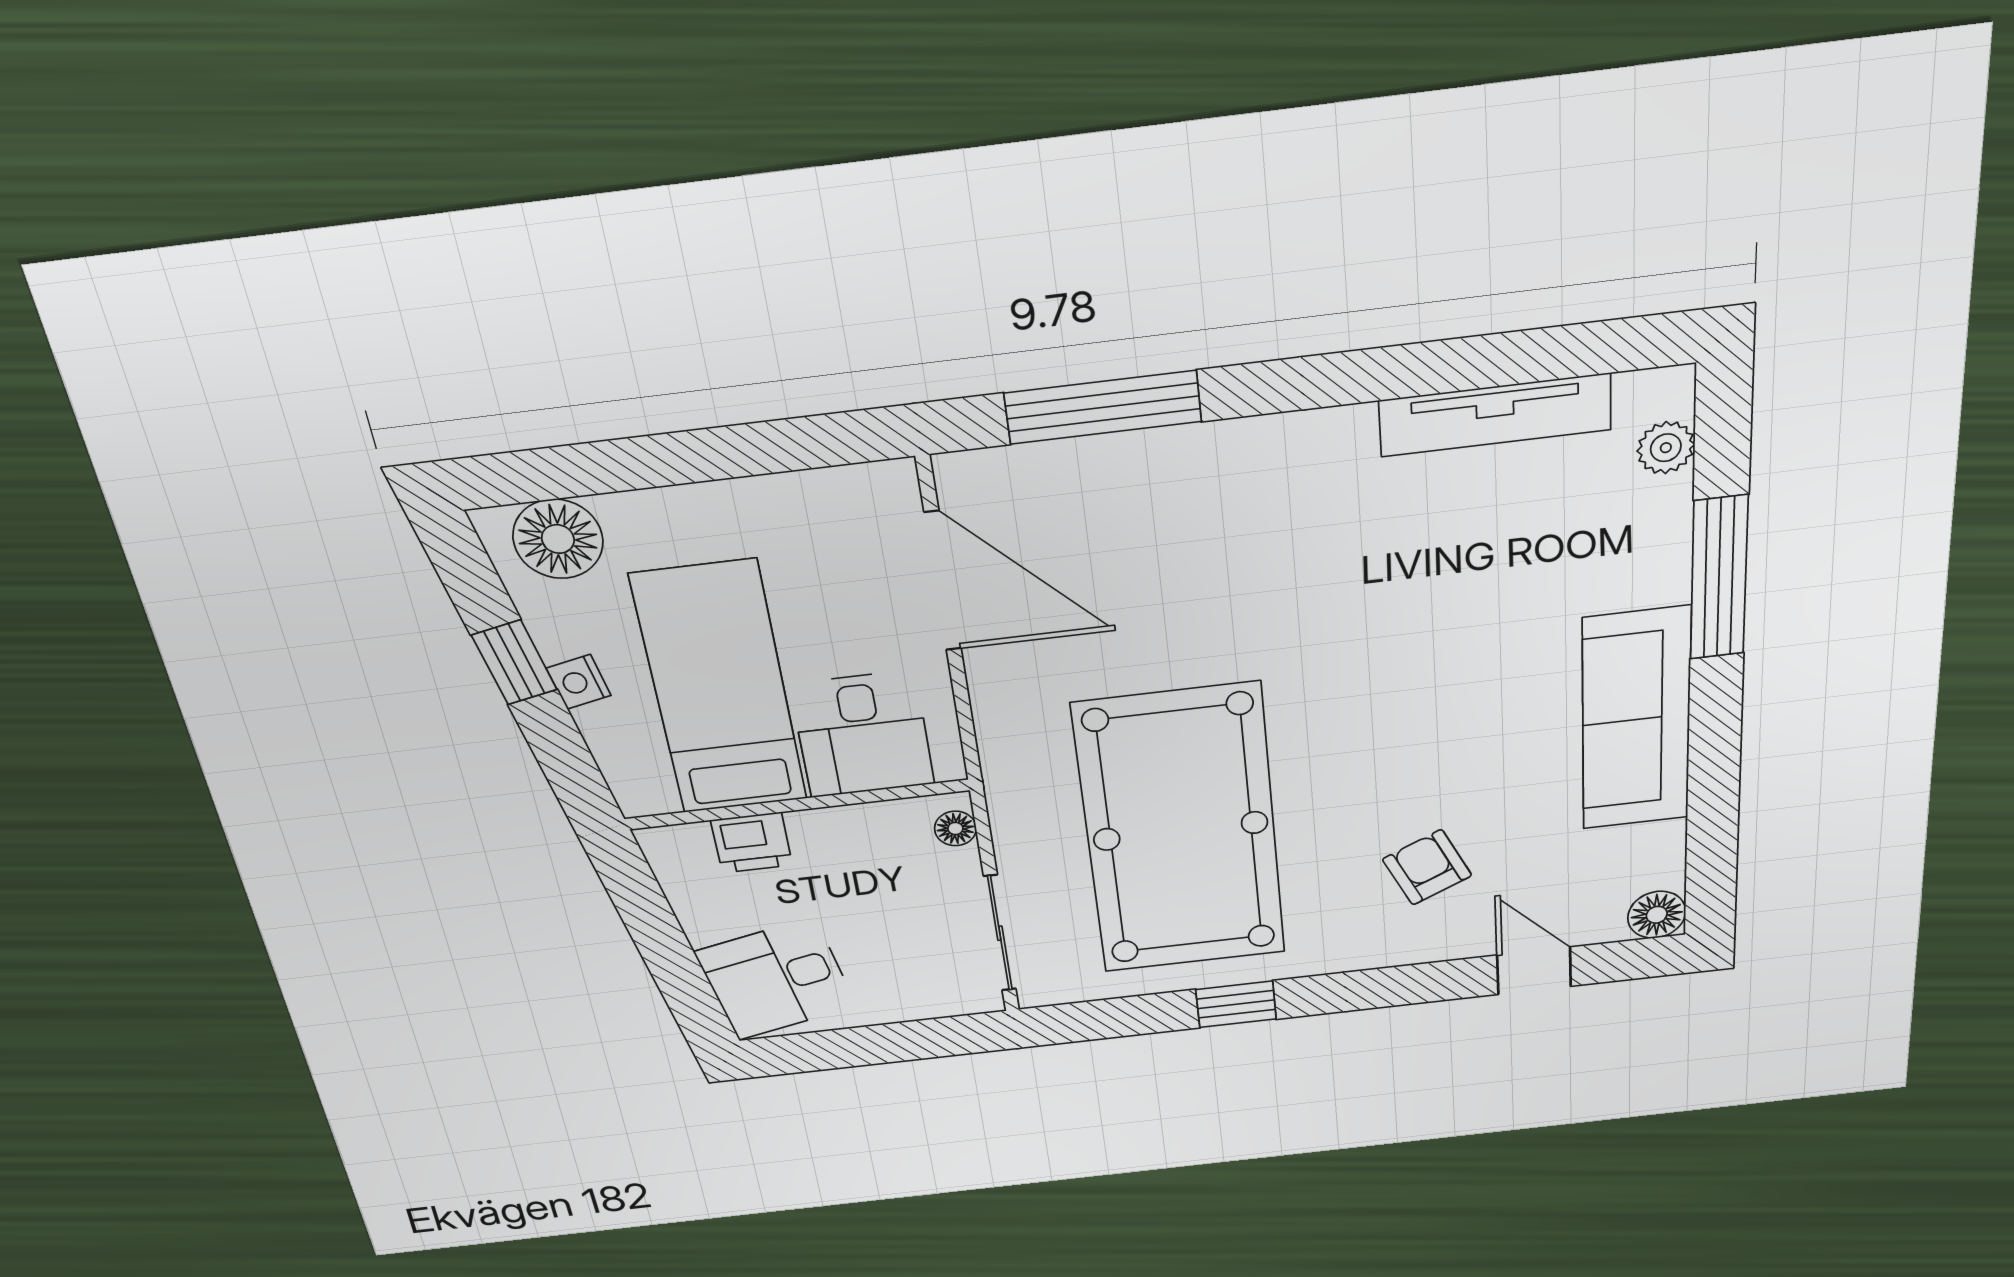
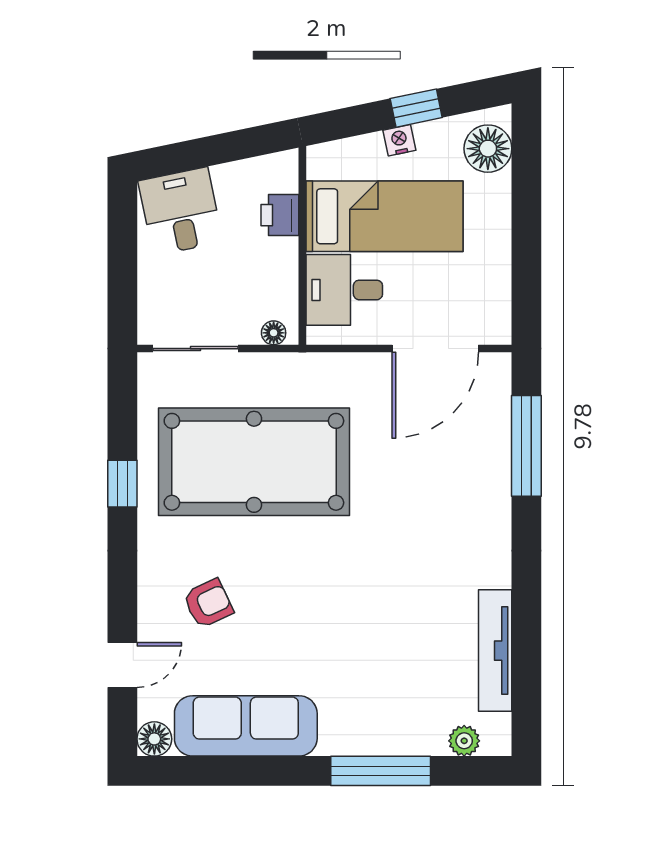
sofa: (1636, 720) -> (246, 726), moved

